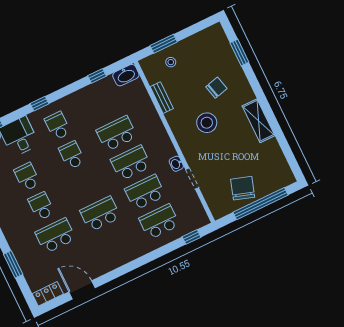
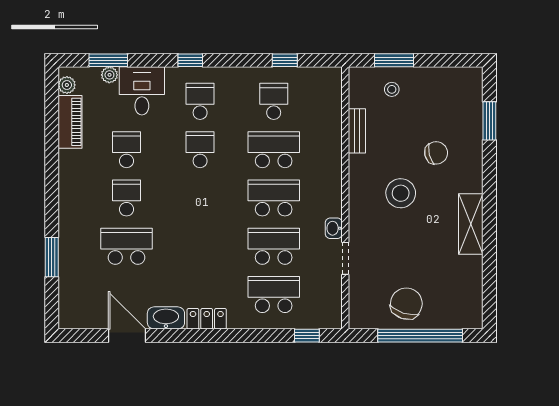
washbasin: (126, 75) -> (166, 318), moved, turned 180
school desk: (100, 214) -> (274, 101), moved, width x0.54
locker: (48, 294) -> (207, 319), moved

